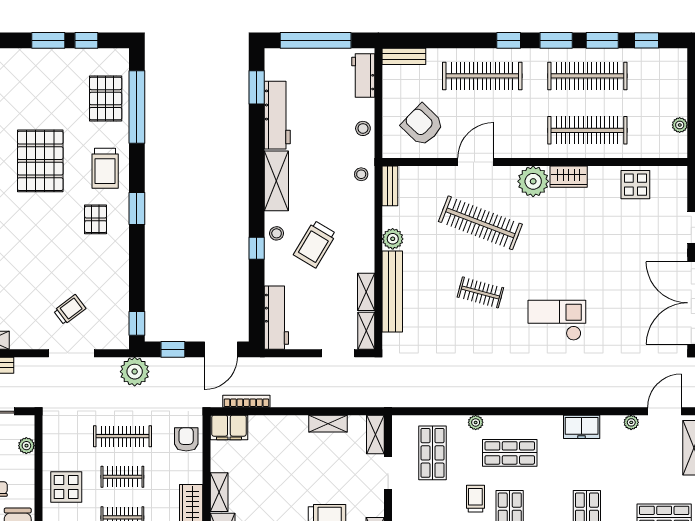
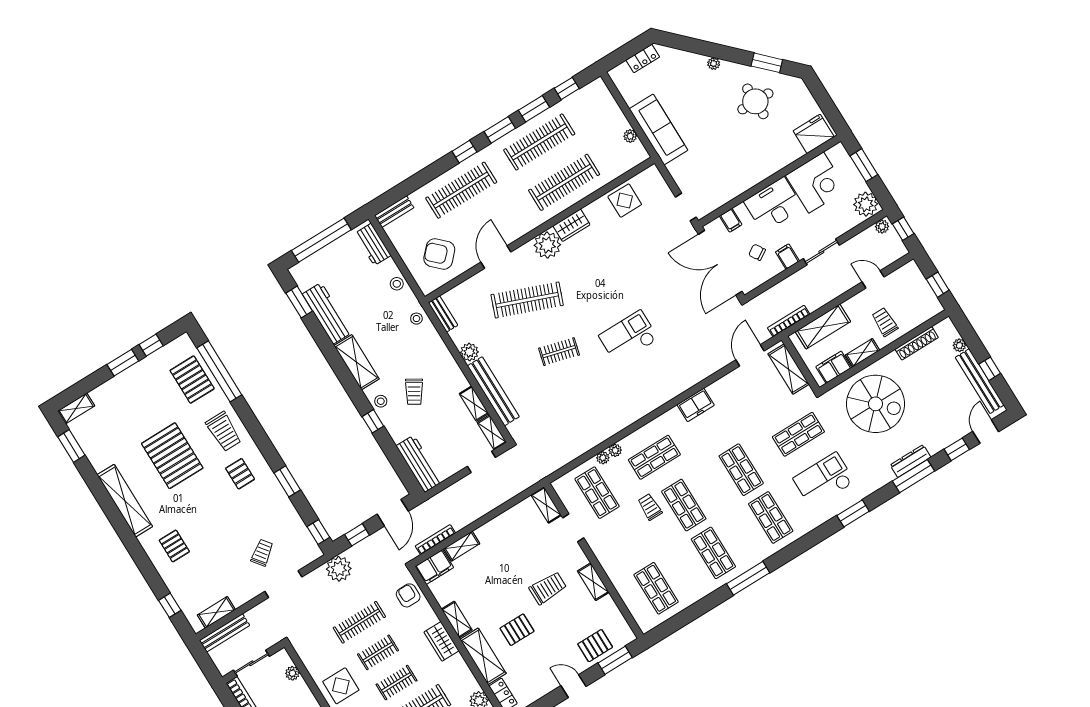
window: (137, 209) -> (287, 481), moved
trolley: (315, 244) -> (414, 392), width x0.73, depth x0.72
plant: (631, 422) -> (603, 458), moved
shelving: (328, 424) -> (462, 546), moved

